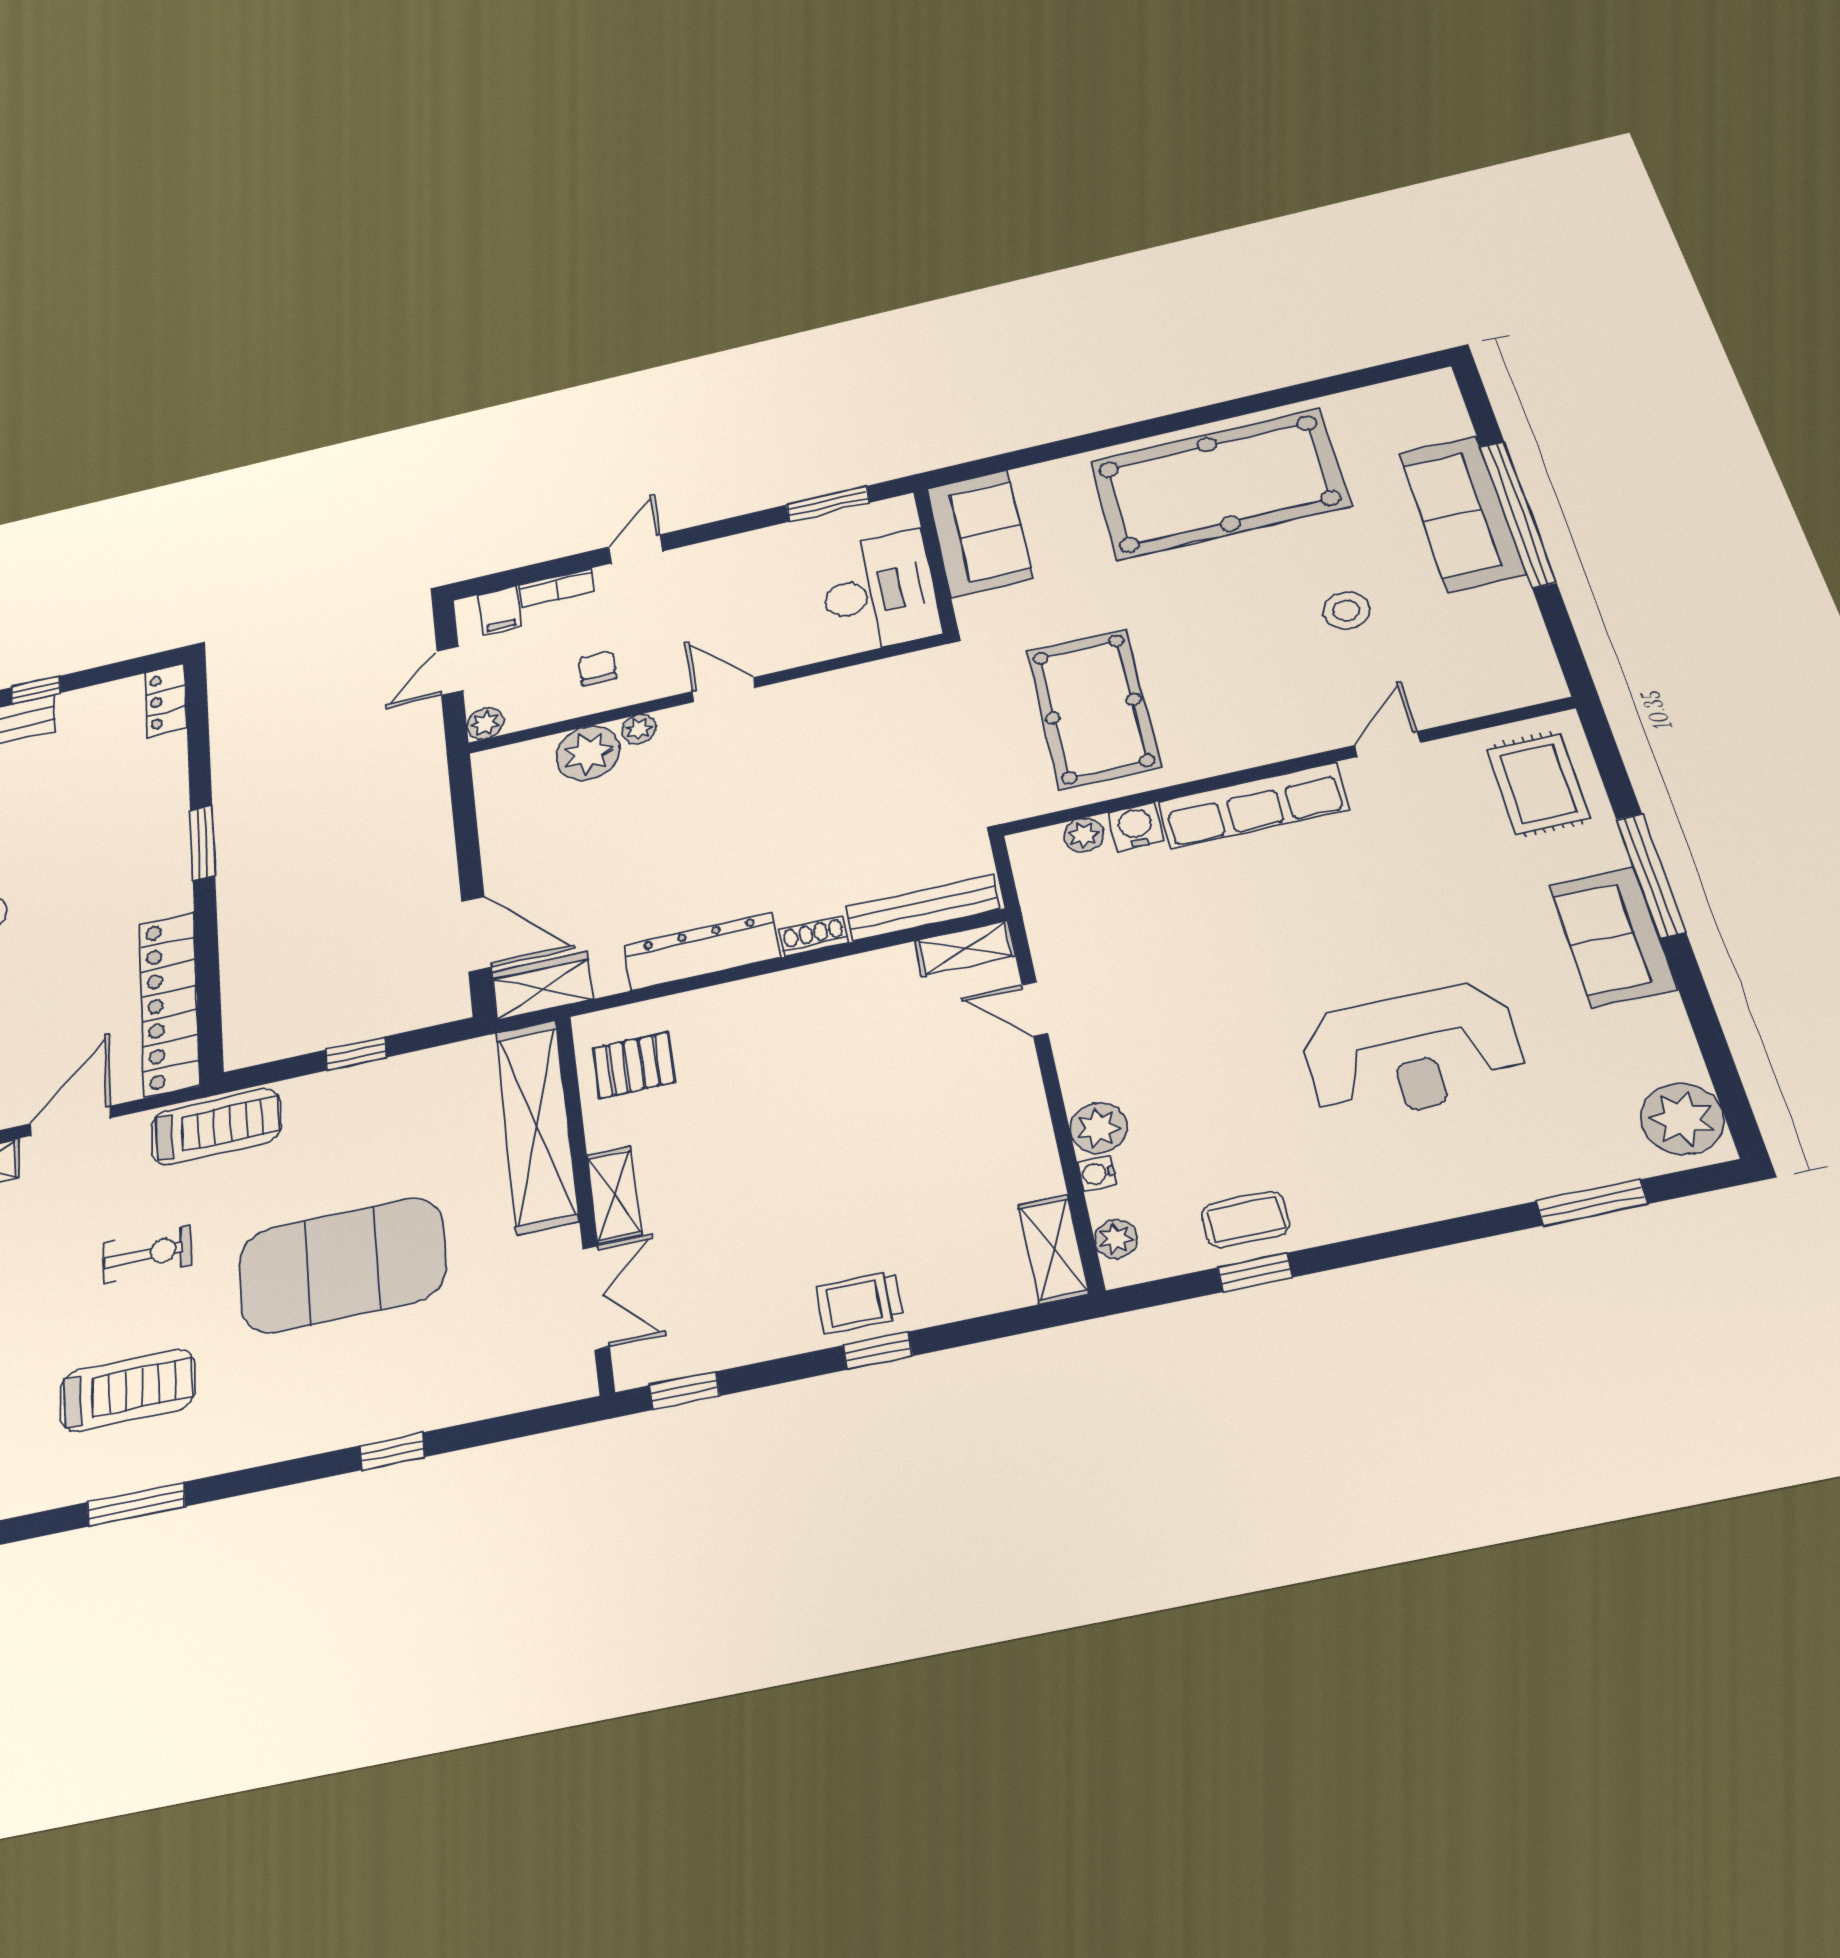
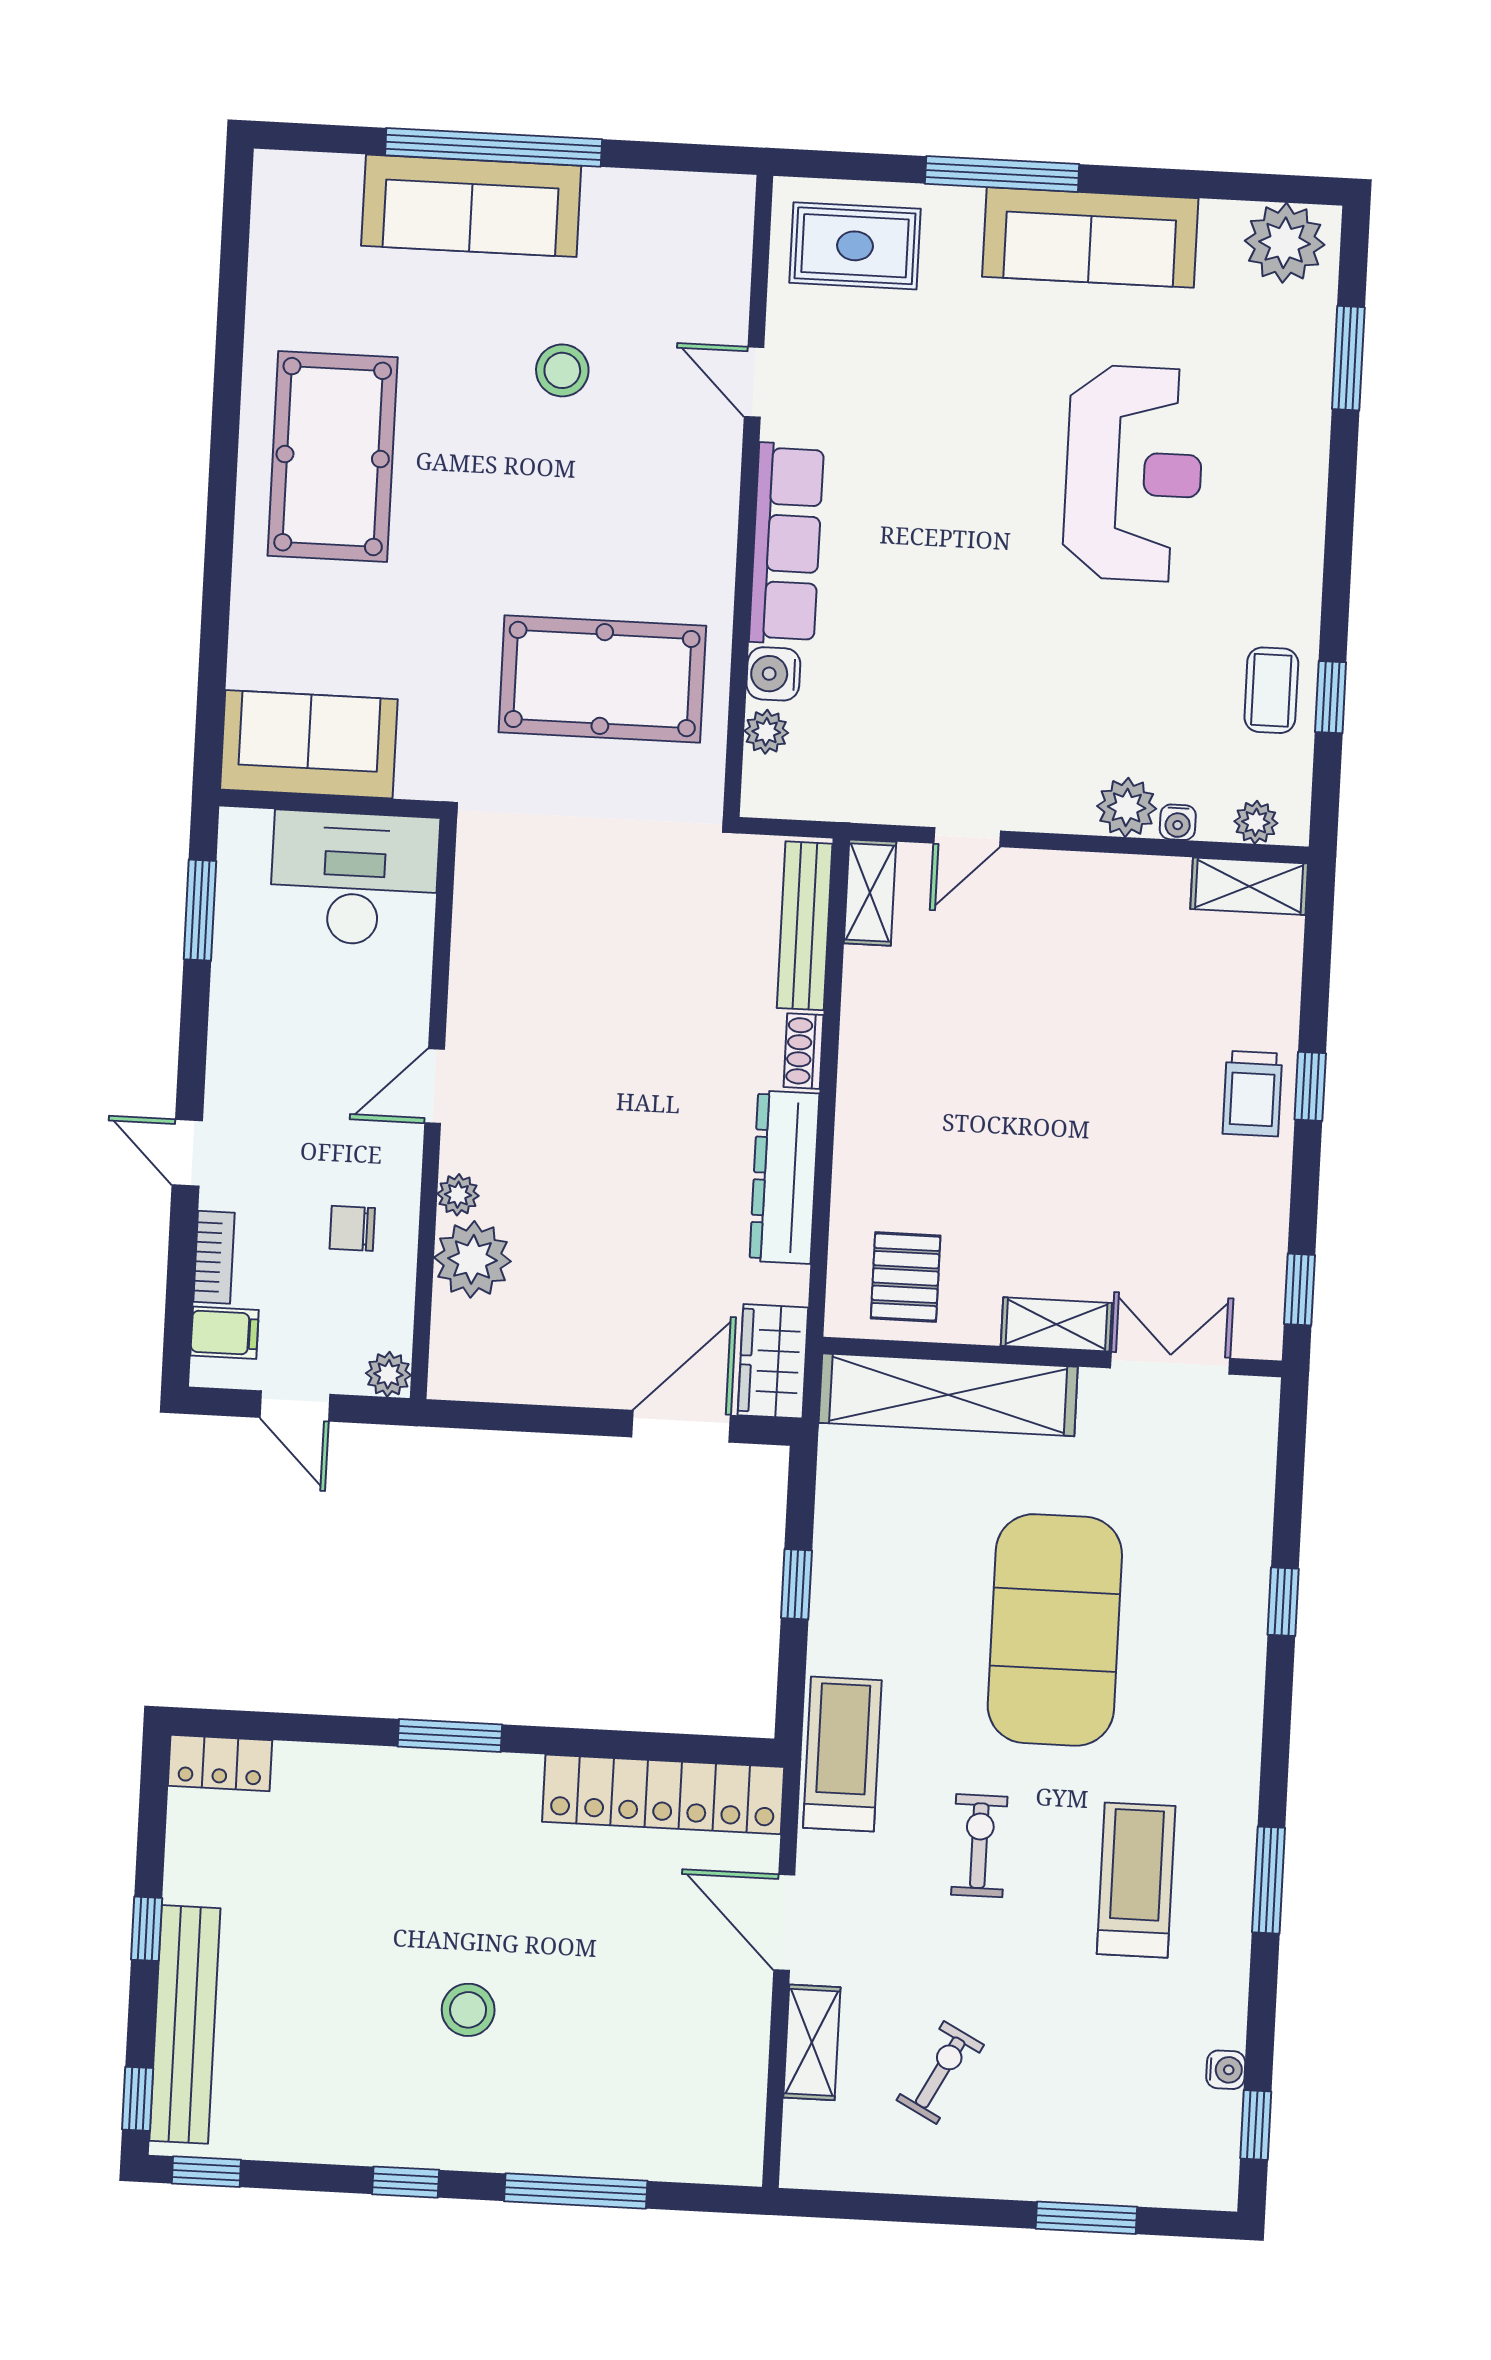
pool table: (1219, 484) -> (333, 457), width x0.73, depth x0.76
sofa: (1613, 937) -> (1090, 237), width x1.36

